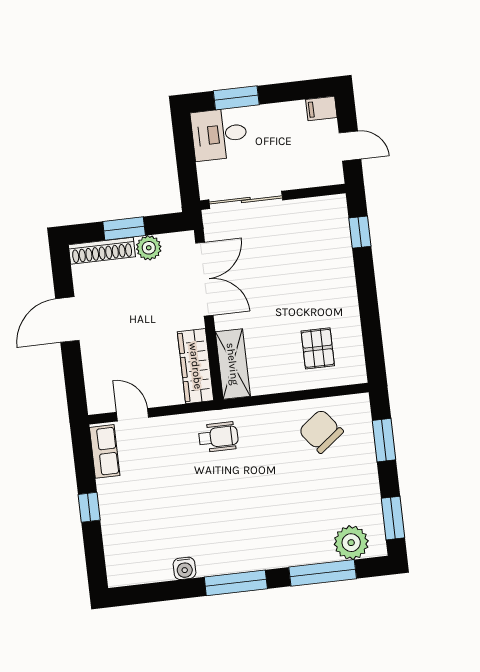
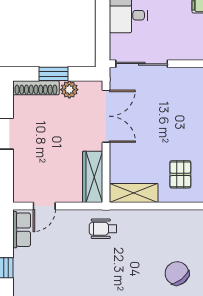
shelving: (233, 364) -> (134, 193), moved, turned 90
door: (133, 415) -> (44, 206), swing flipped
chair: (321, 431) -> (177, 273), moved
wheelchair: (218, 437) -> (103, 229), turned 180

